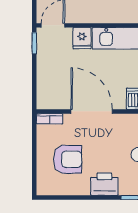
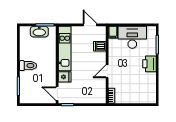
door: (92, 111) -> (107, 71), width x0.53
armchair: (68, 159) -> (135, 85), removed

